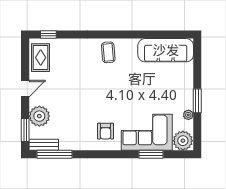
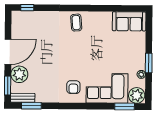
sofa: (166, 50) -> (129, 21), width x0.73
rug: (41, 58) -> (21, 26), removed
door: (25, 89) -> (8, 52), width x1.87
window: (54, 154) -> (31, 106), width x0.69
window: (151, 154) -> (125, 106), moved

